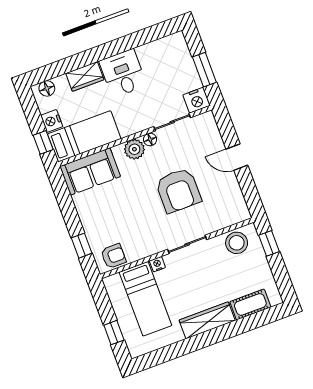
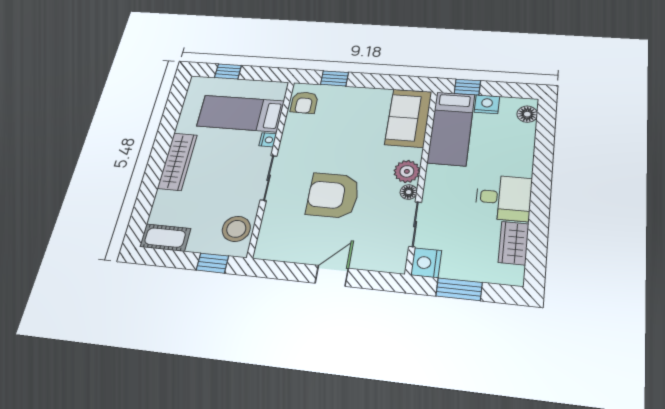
wardrobe: (85, 76) -> (514, 243), moved
cot: (250, 304) -> (165, 238), moved, turned 90

